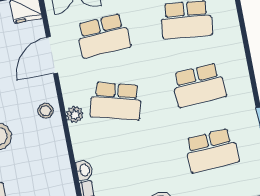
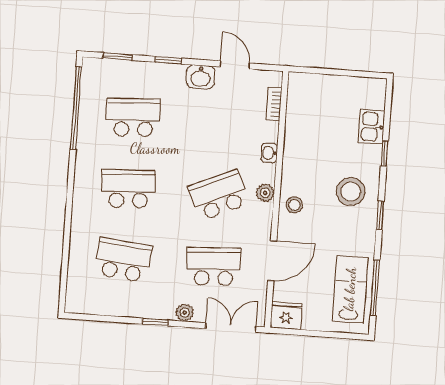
school desk: (116, 101) -> (219, 195), turned -39
washbasin: (84, 170) -> (269, 153), moved

